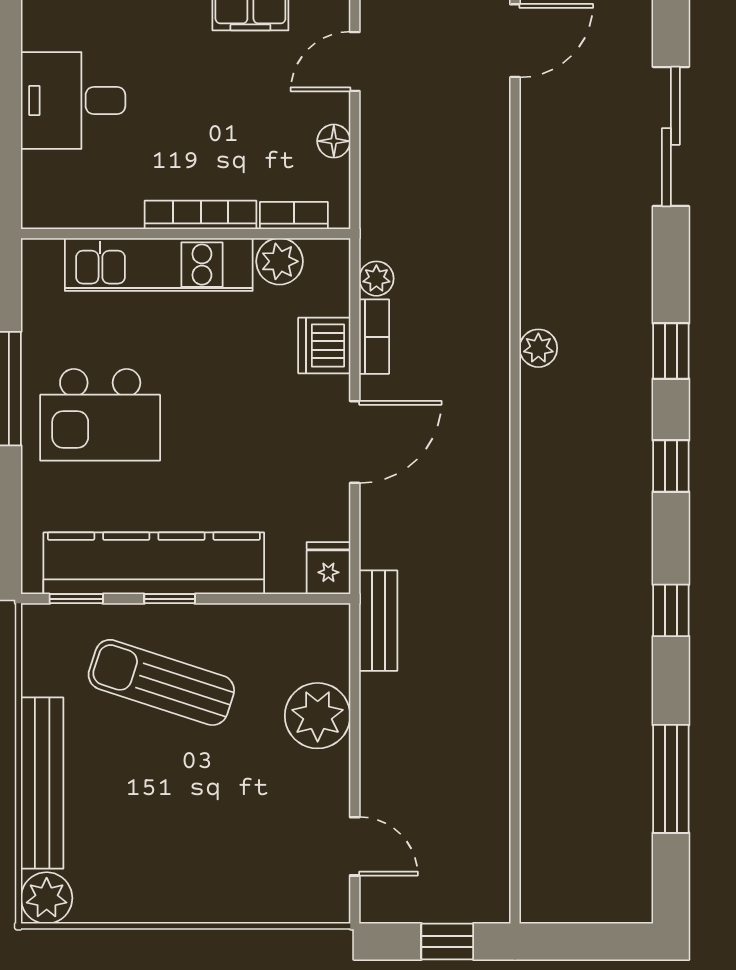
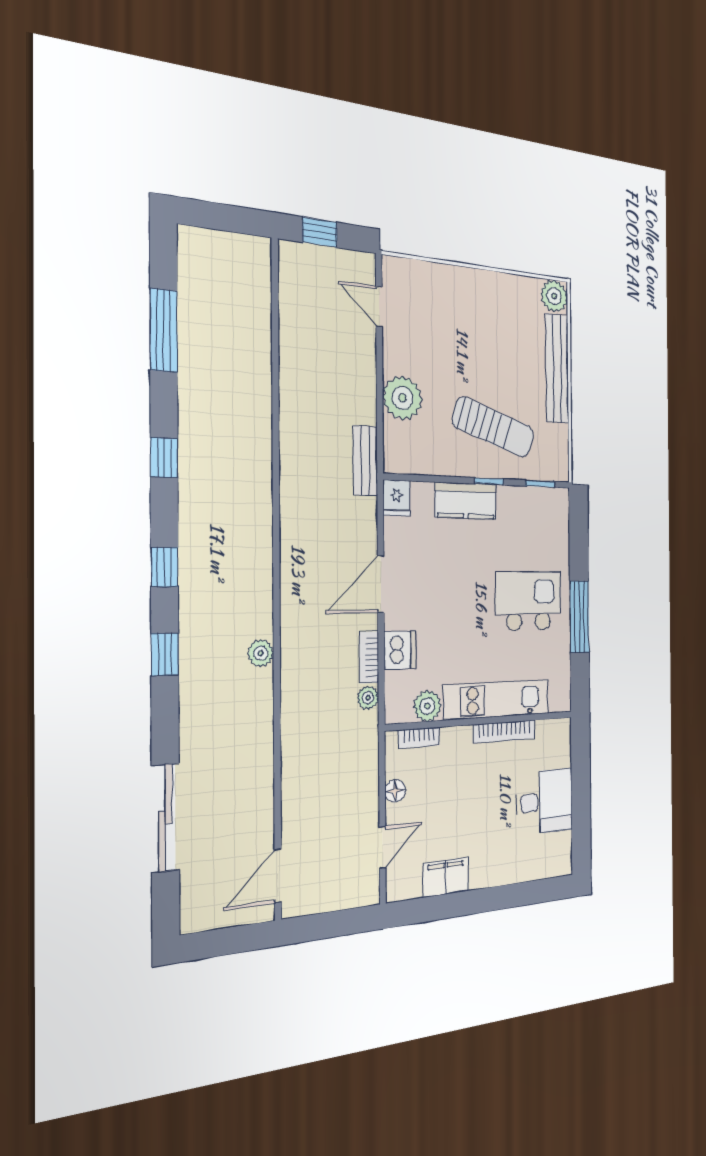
bookcase: (201, 215) -> (504, 731), moved
kitchen counter: (154, 563) -> (466, 501), width x0.48, depth x0.86

